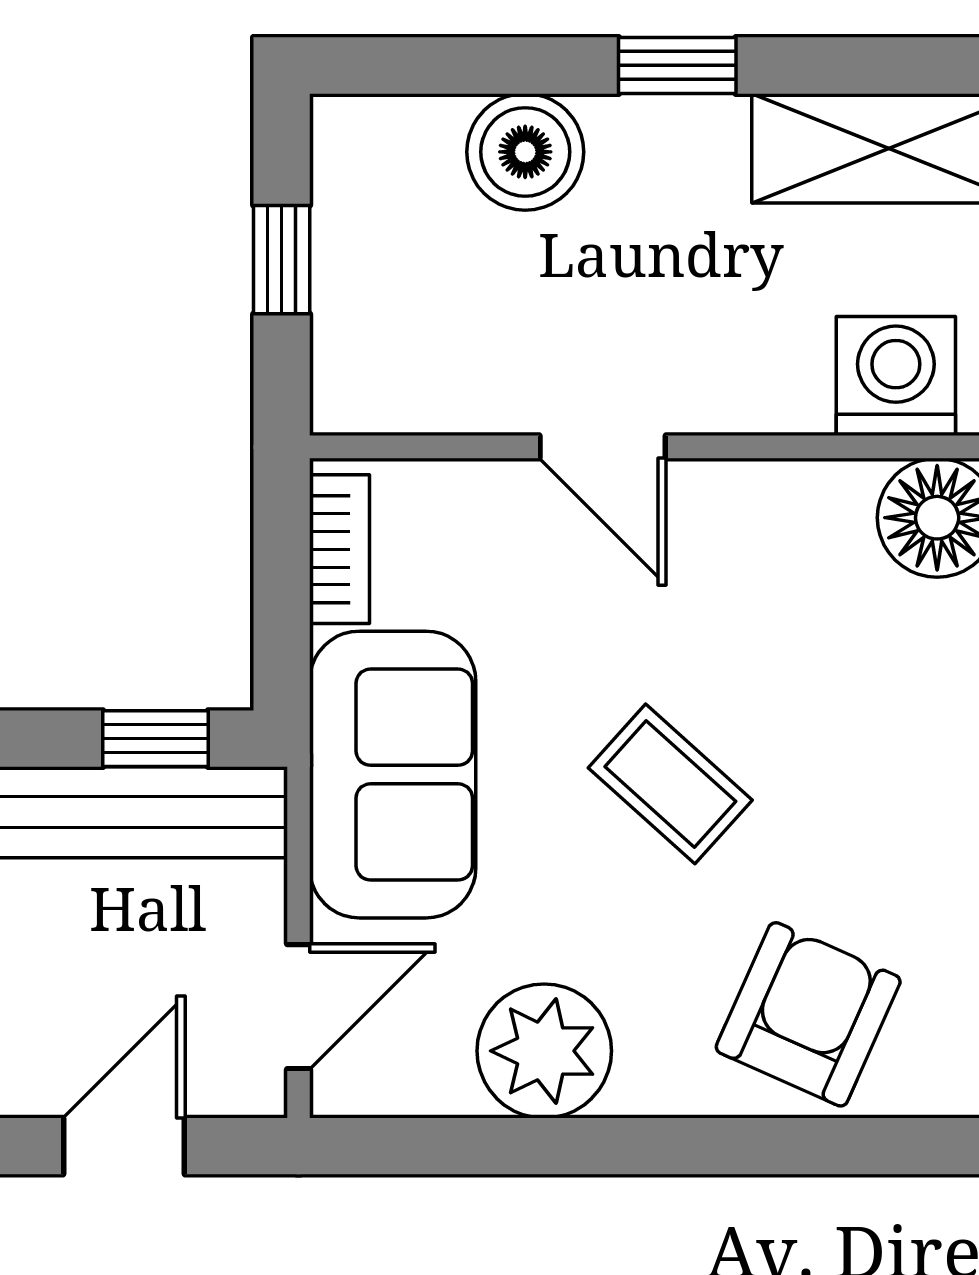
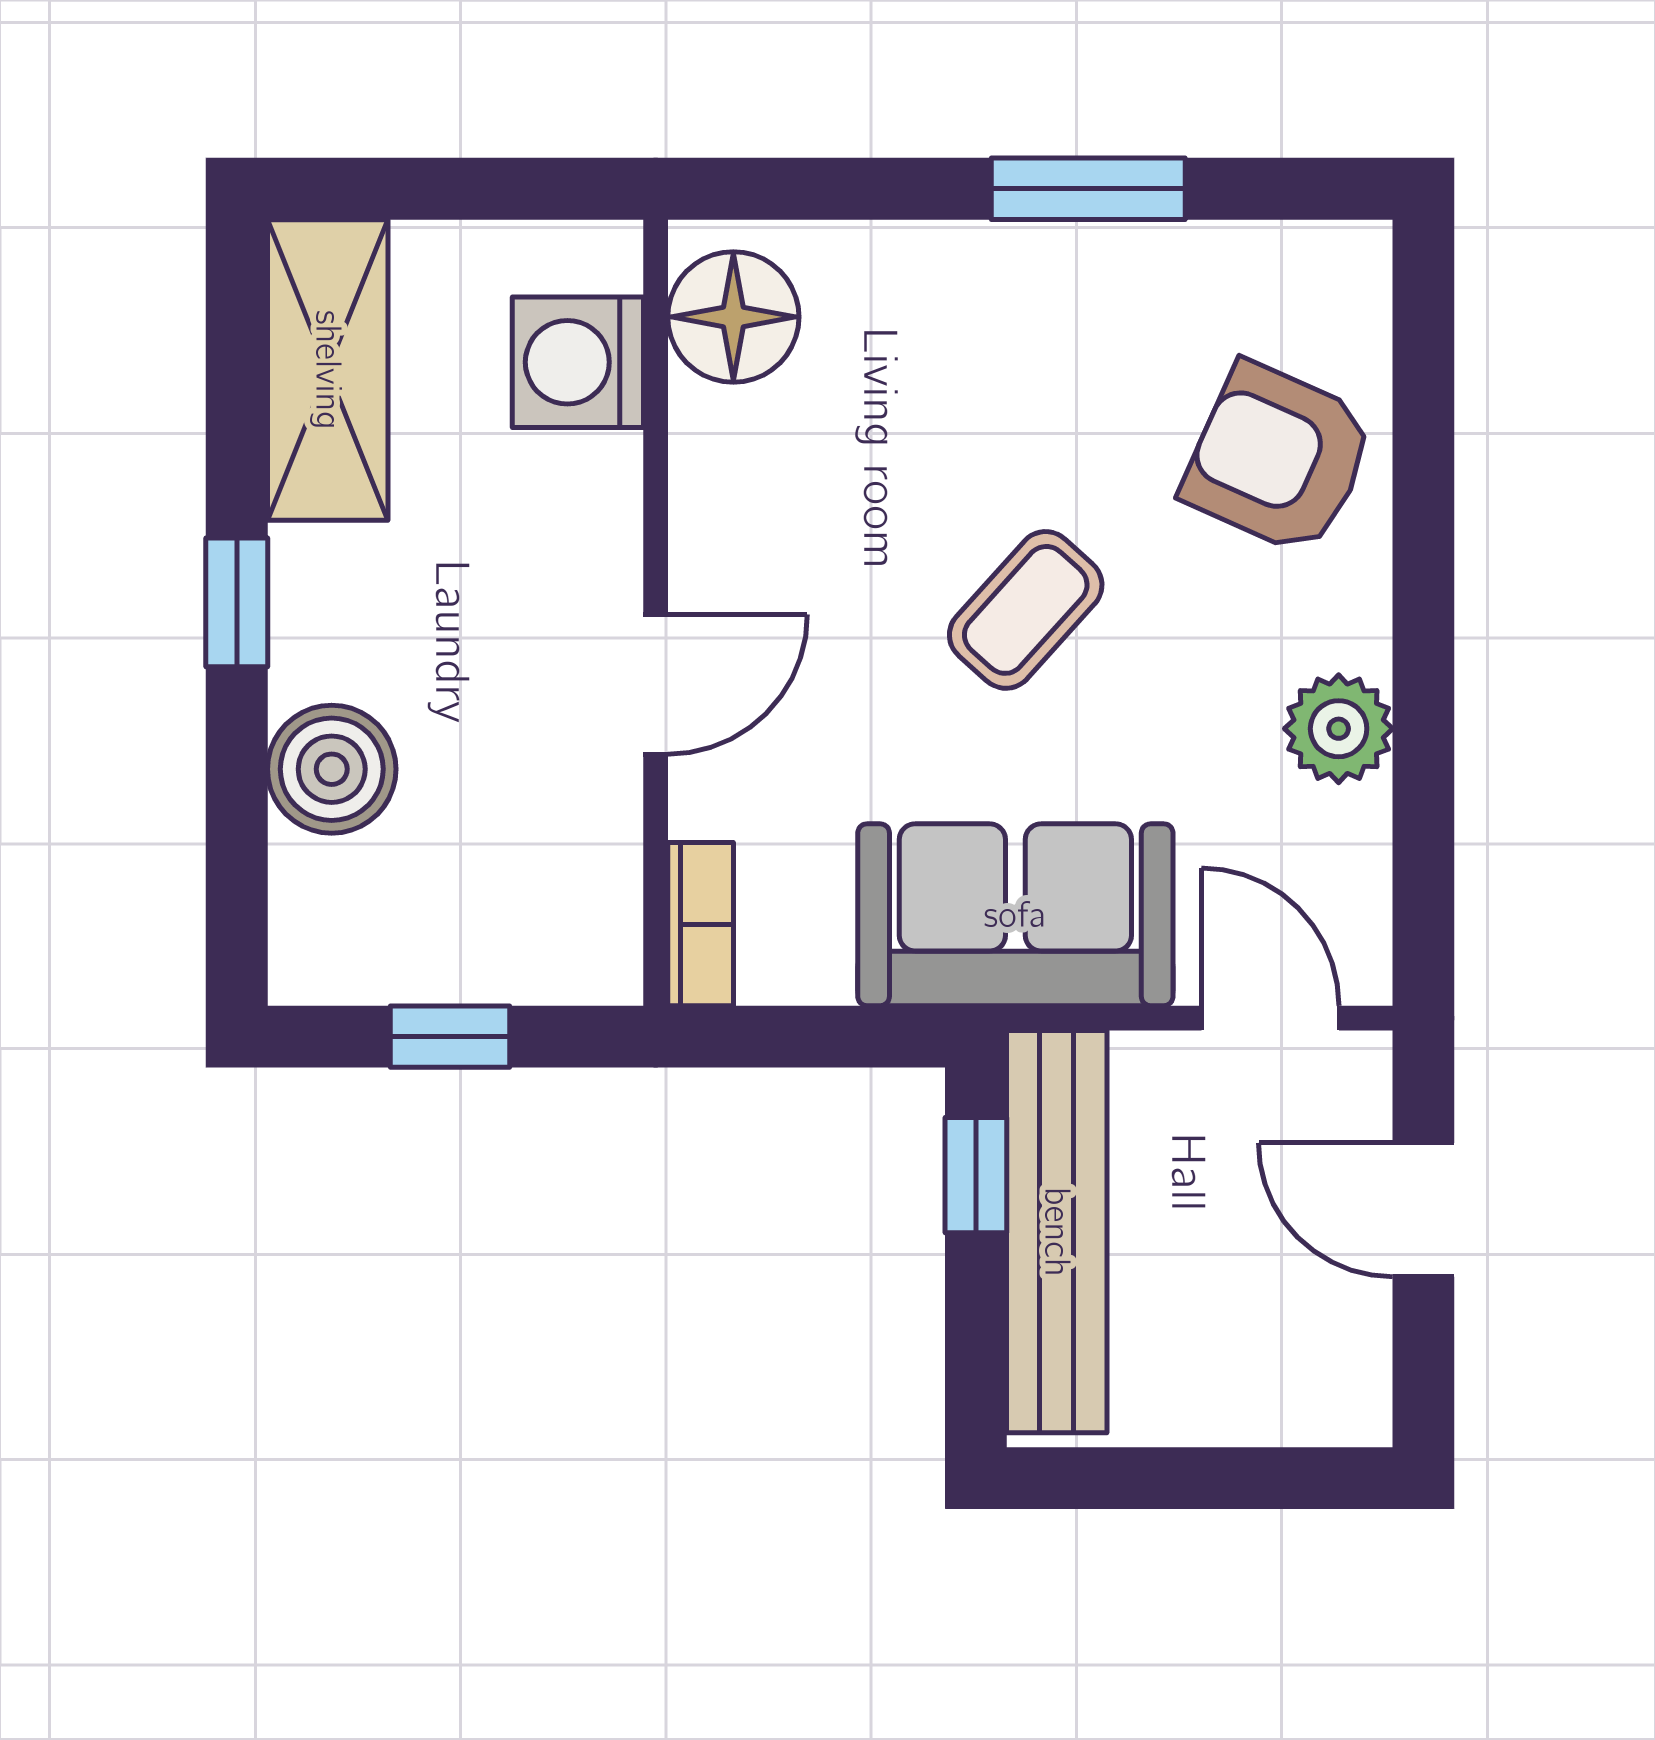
bookcase: (340, 549) -> (701, 924), moved, turned 90
plant: (544, 1051) -> (1339, 729), width x0.73, depth x0.73

